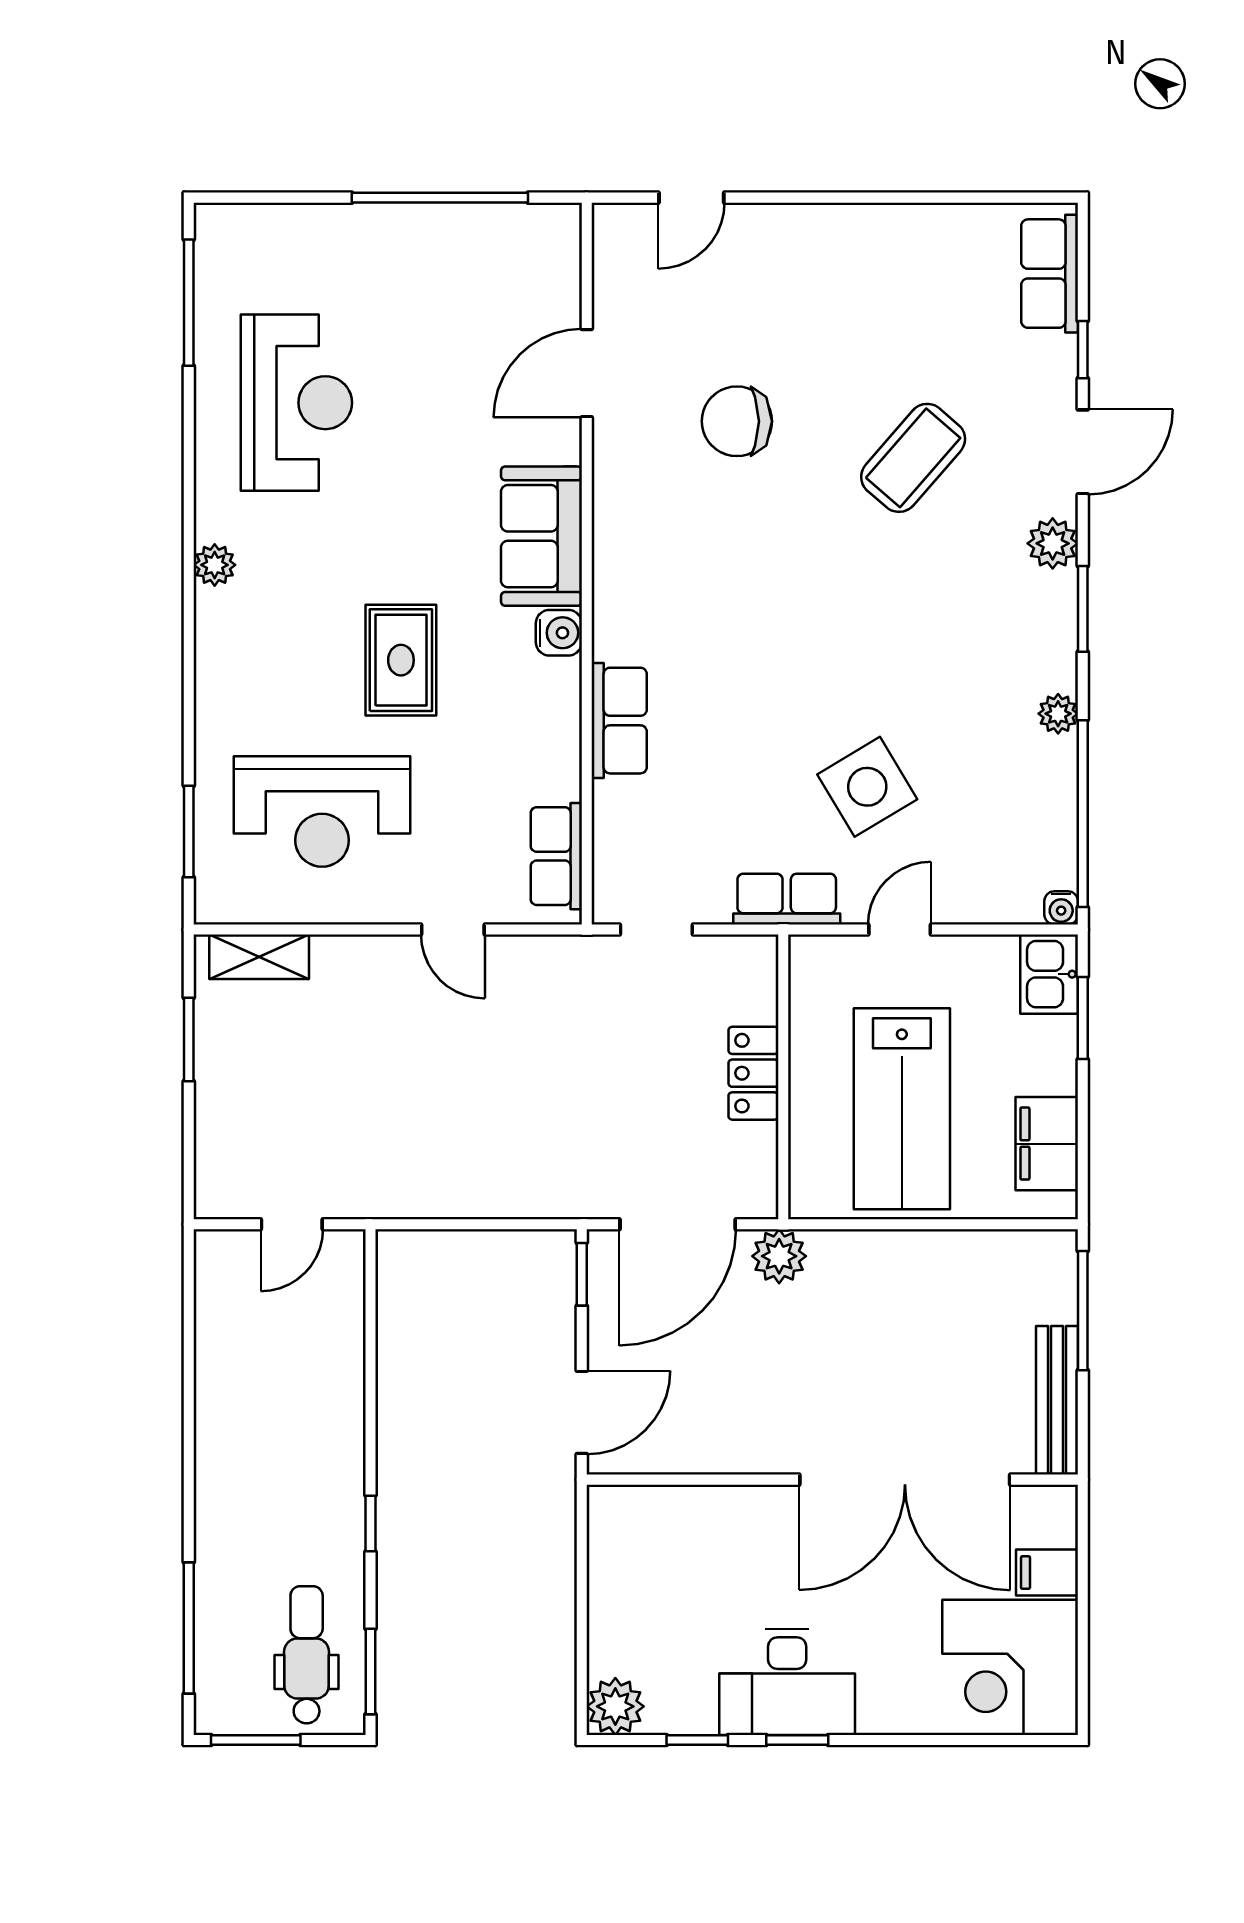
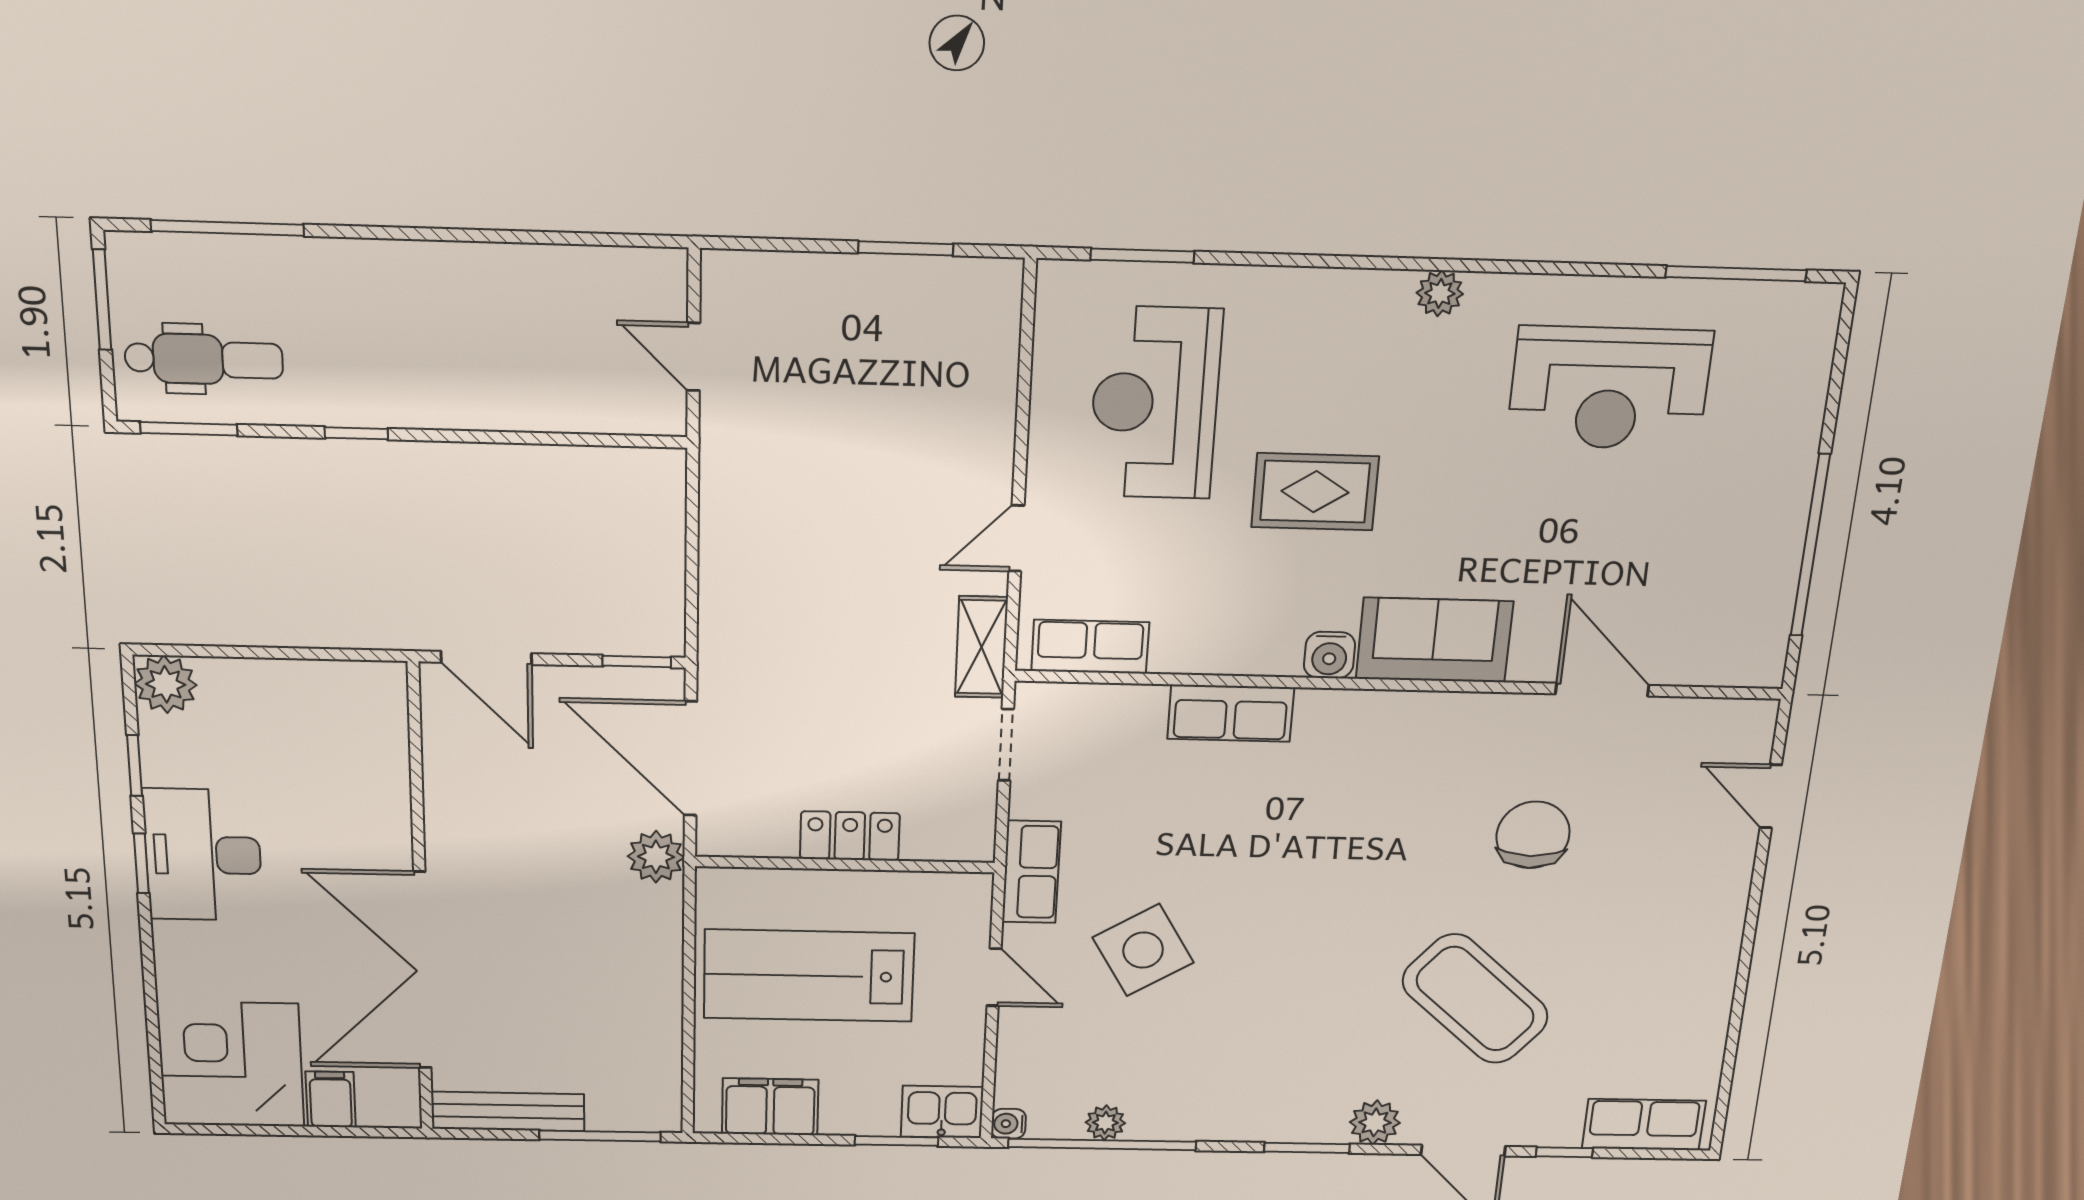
coffee table: (913, 458) -> (1475, 999), width x1.36, depth x1.32
plant: (1058, 714) -> (1105, 1123), moved
shelving: (259, 957) -> (981, 647), moved

